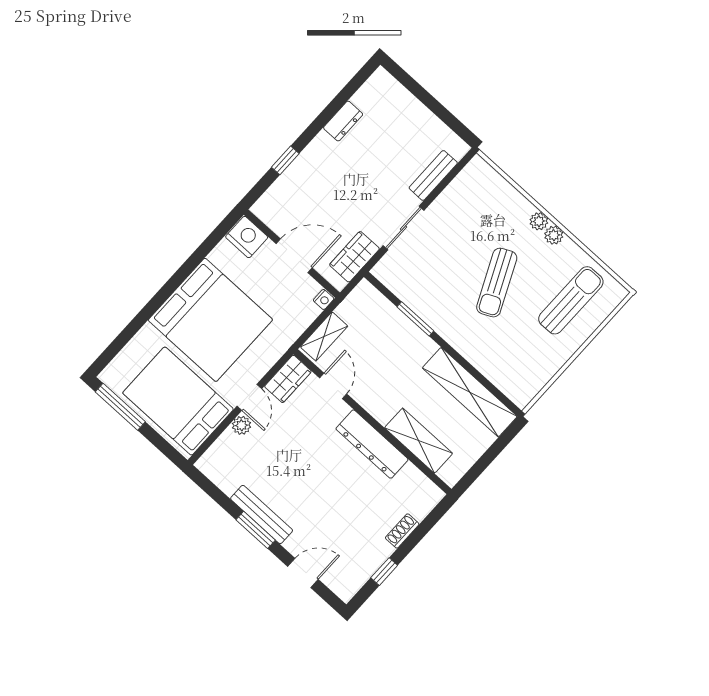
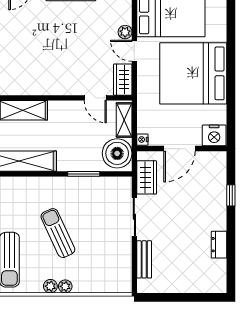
boiler: (362, 309) -> (117, 153), added
dresser: (372, 444) -> (46, 86), removed

